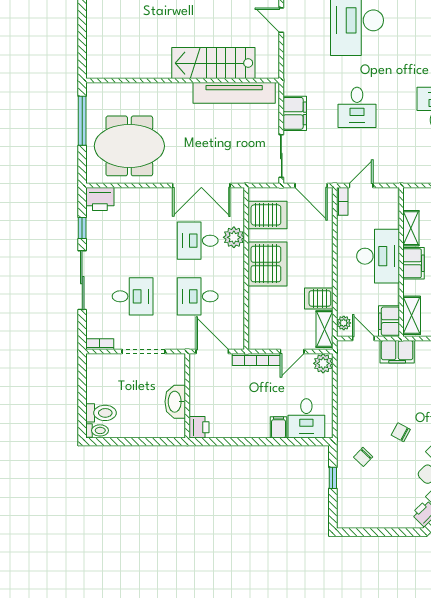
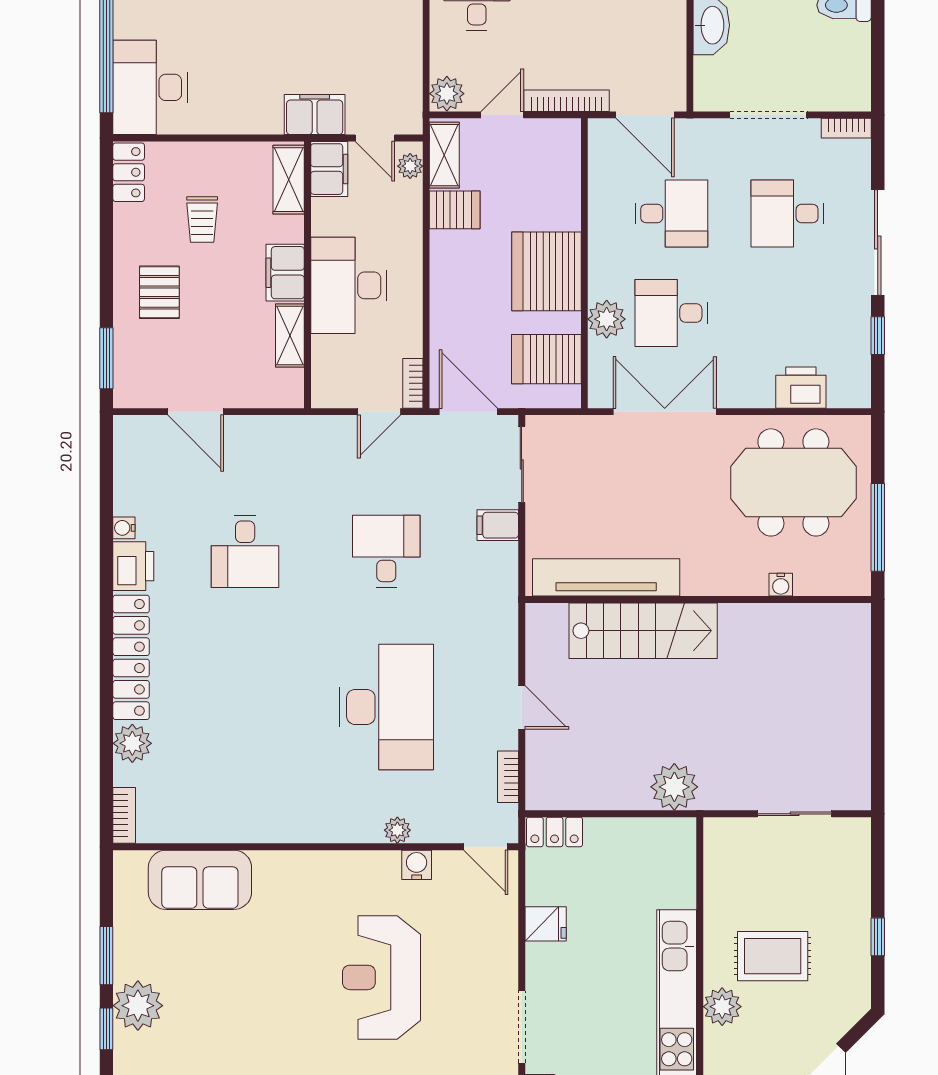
water cooler: (136, 89) -> (781, 585), added
filing cabinet: (295, 113) -> (498, 525), width x0.50
printer: (100, 199) -> (801, 388), moved
desk: (198, 241) -> (671, 313), turned 180

